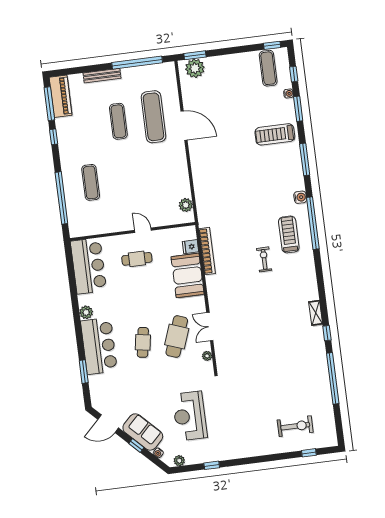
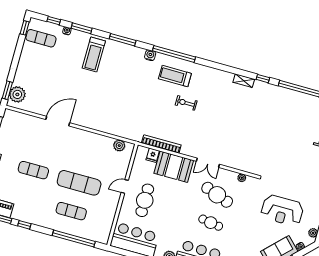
exercise mat: (153, 117) -> (79, 183), moved
cafe table: (137, 259) -> (145, 200), width x1.37, depth x1.35
double door: (210, 327) -> (208, 163), moved

